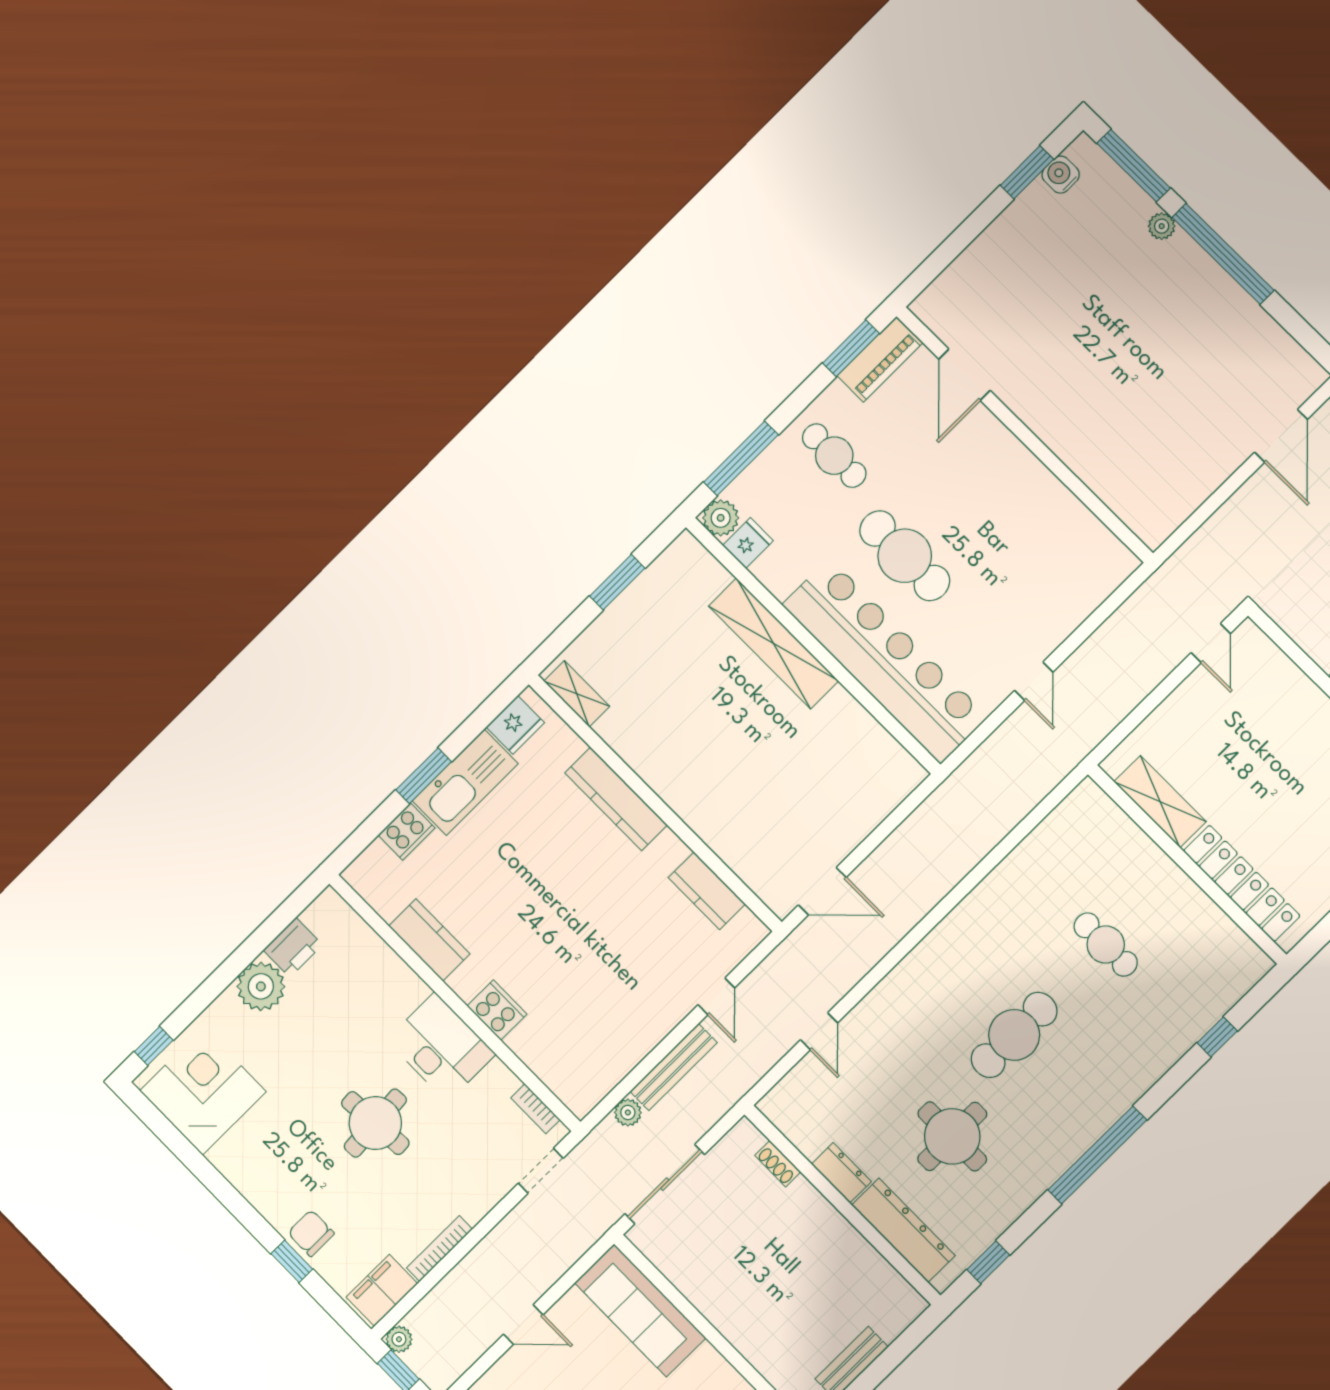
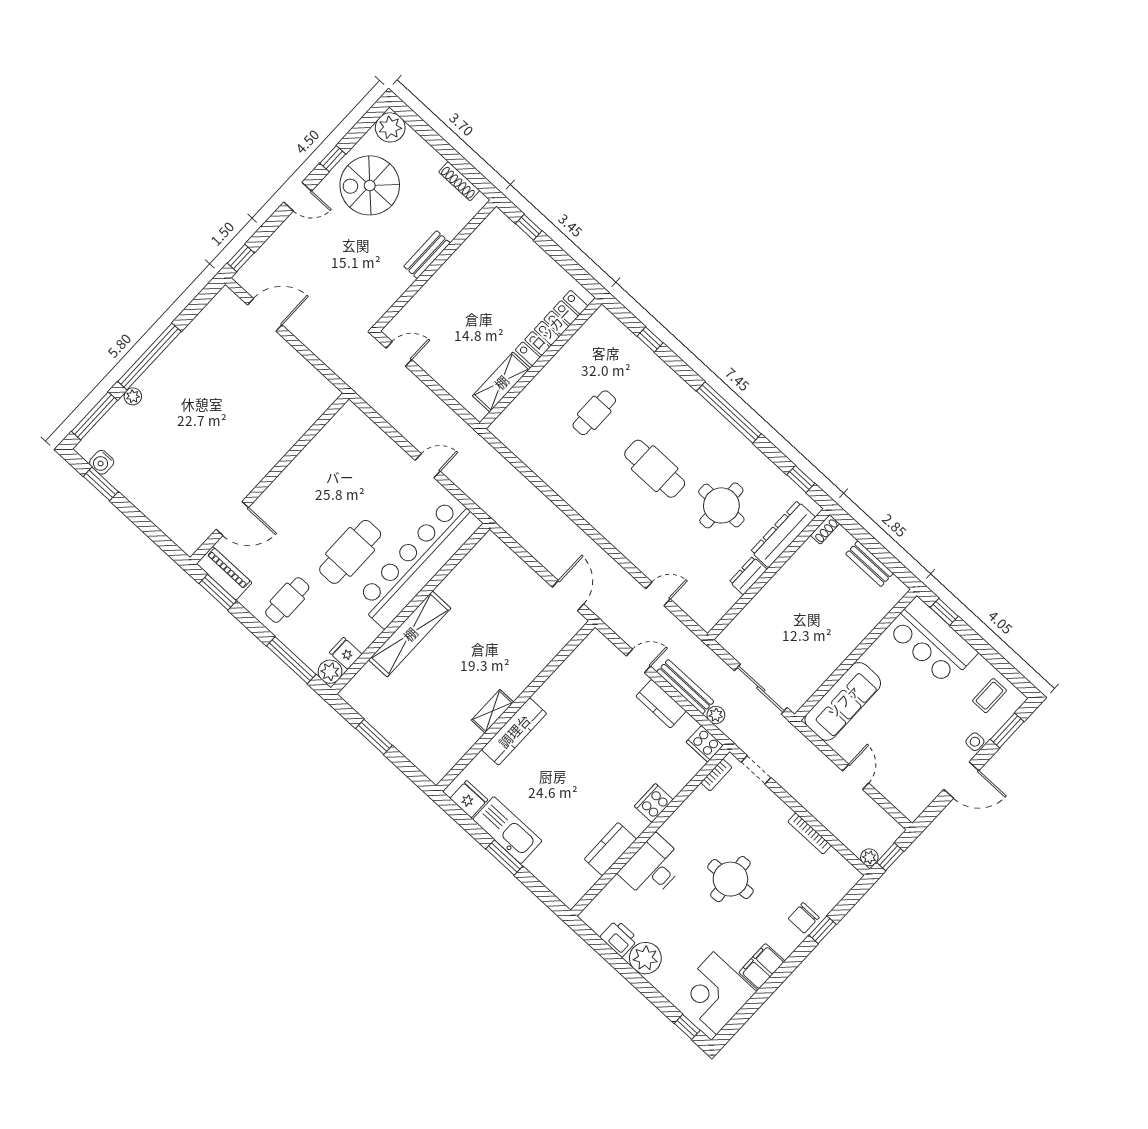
shelving: (577, 694) -> (492, 711), moved
cooker: (407, 831) -> (705, 744), moved, turned 180
kitchen counter: (707, 891) -> (661, 704), moved, turned 90
desk: (441, 1047) -> (652, 867), moved
shoe rack: (778, 1164) -> (825, 529), moved
filing cabinet: (382, 1290) -> (762, 967), moved, turned 90

